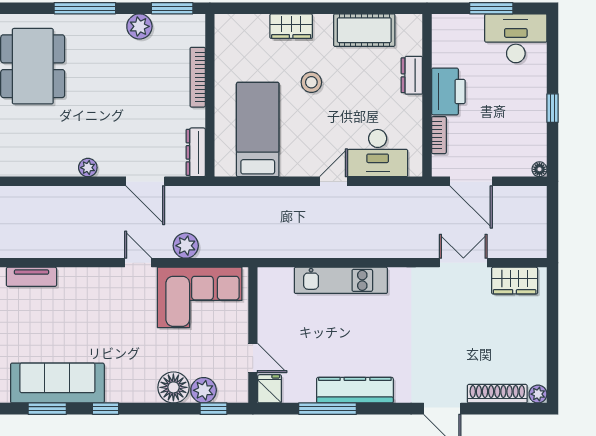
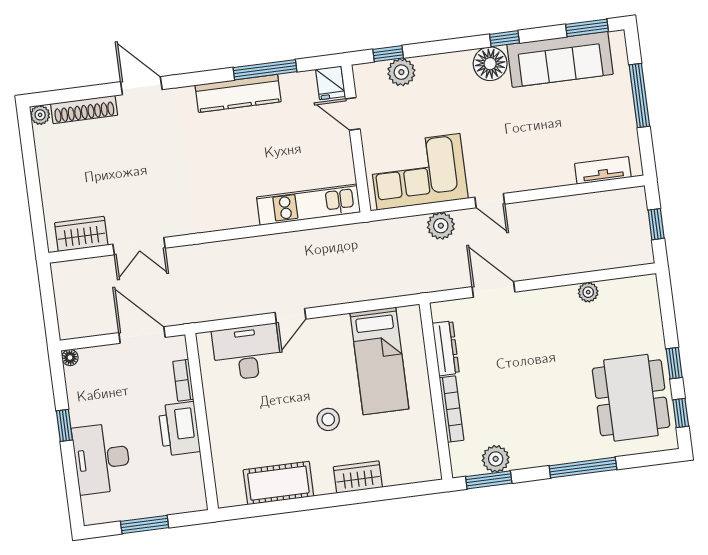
plant: (139, 26) -> (496, 459), moved
desk: (516, 38) -> (102, 458), moved, turned 90
dresser: (412, 75) -> (221, 441), removed
dresser: (196, 152) -> (446, 348), moved
plant: (88, 168) -> (588, 292), moved
kitchen unit: (341, 280) -> (308, 205), moved
floor lamp: (173, 387) -> (490, 64), moved
window: (47, 409) -> (587, 28), moved

